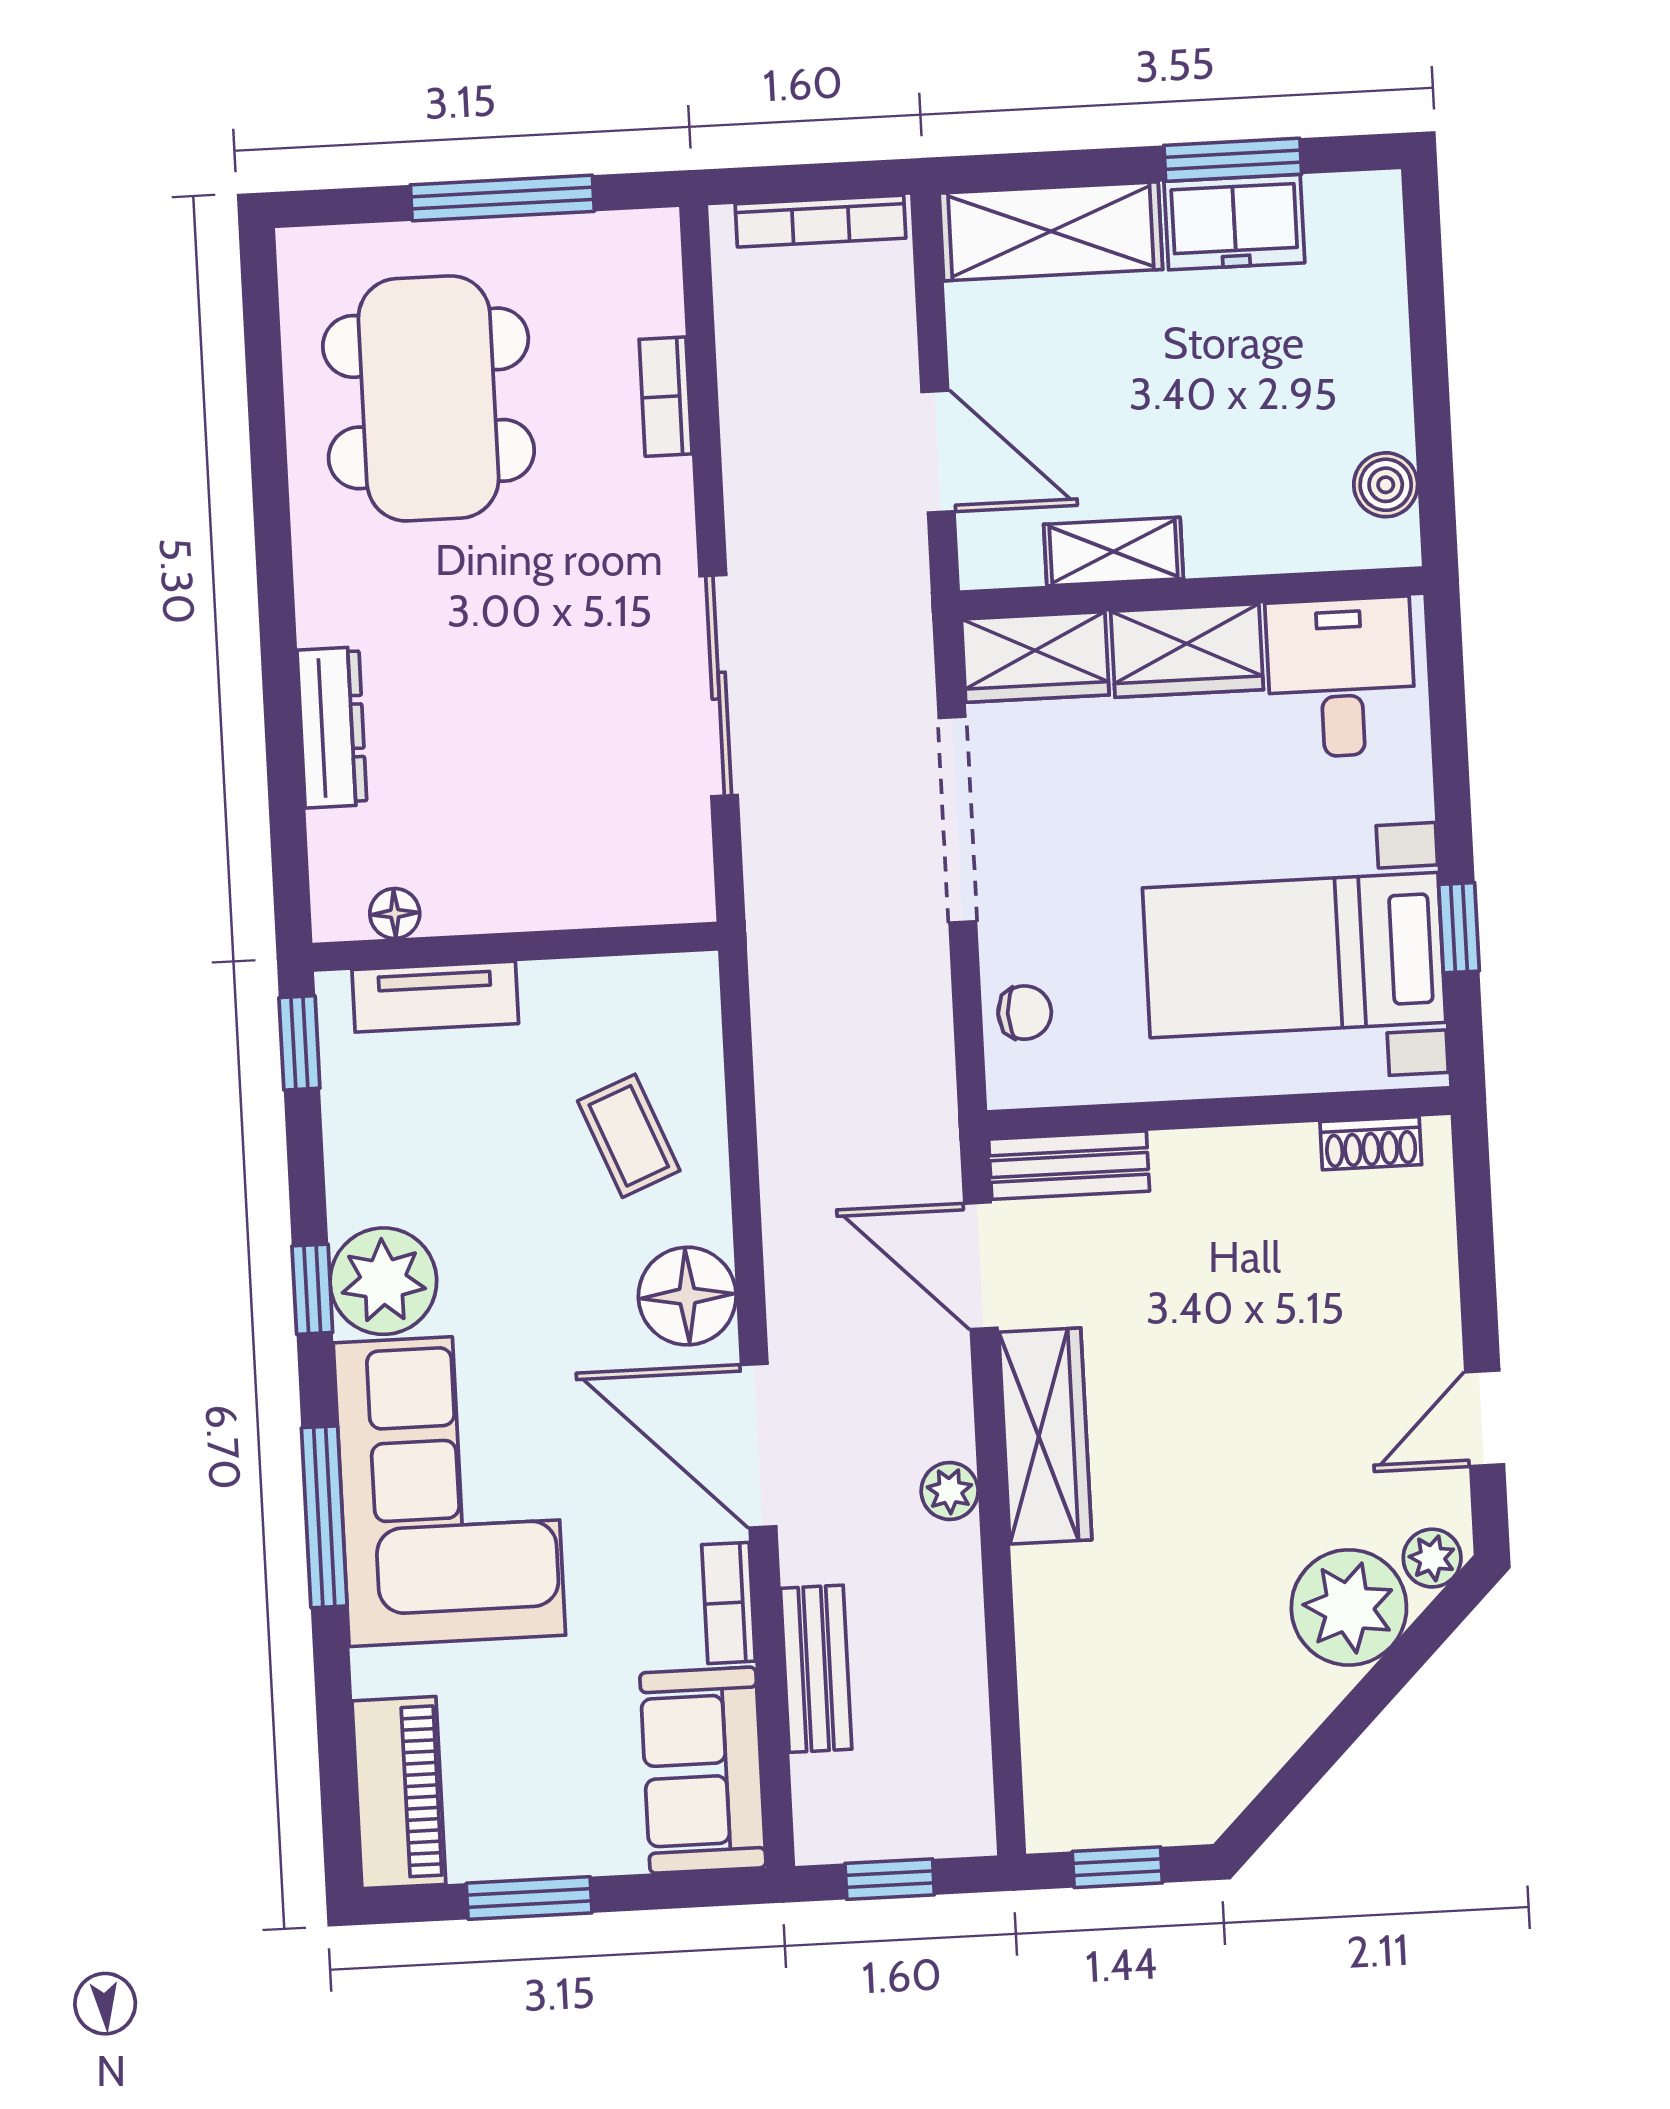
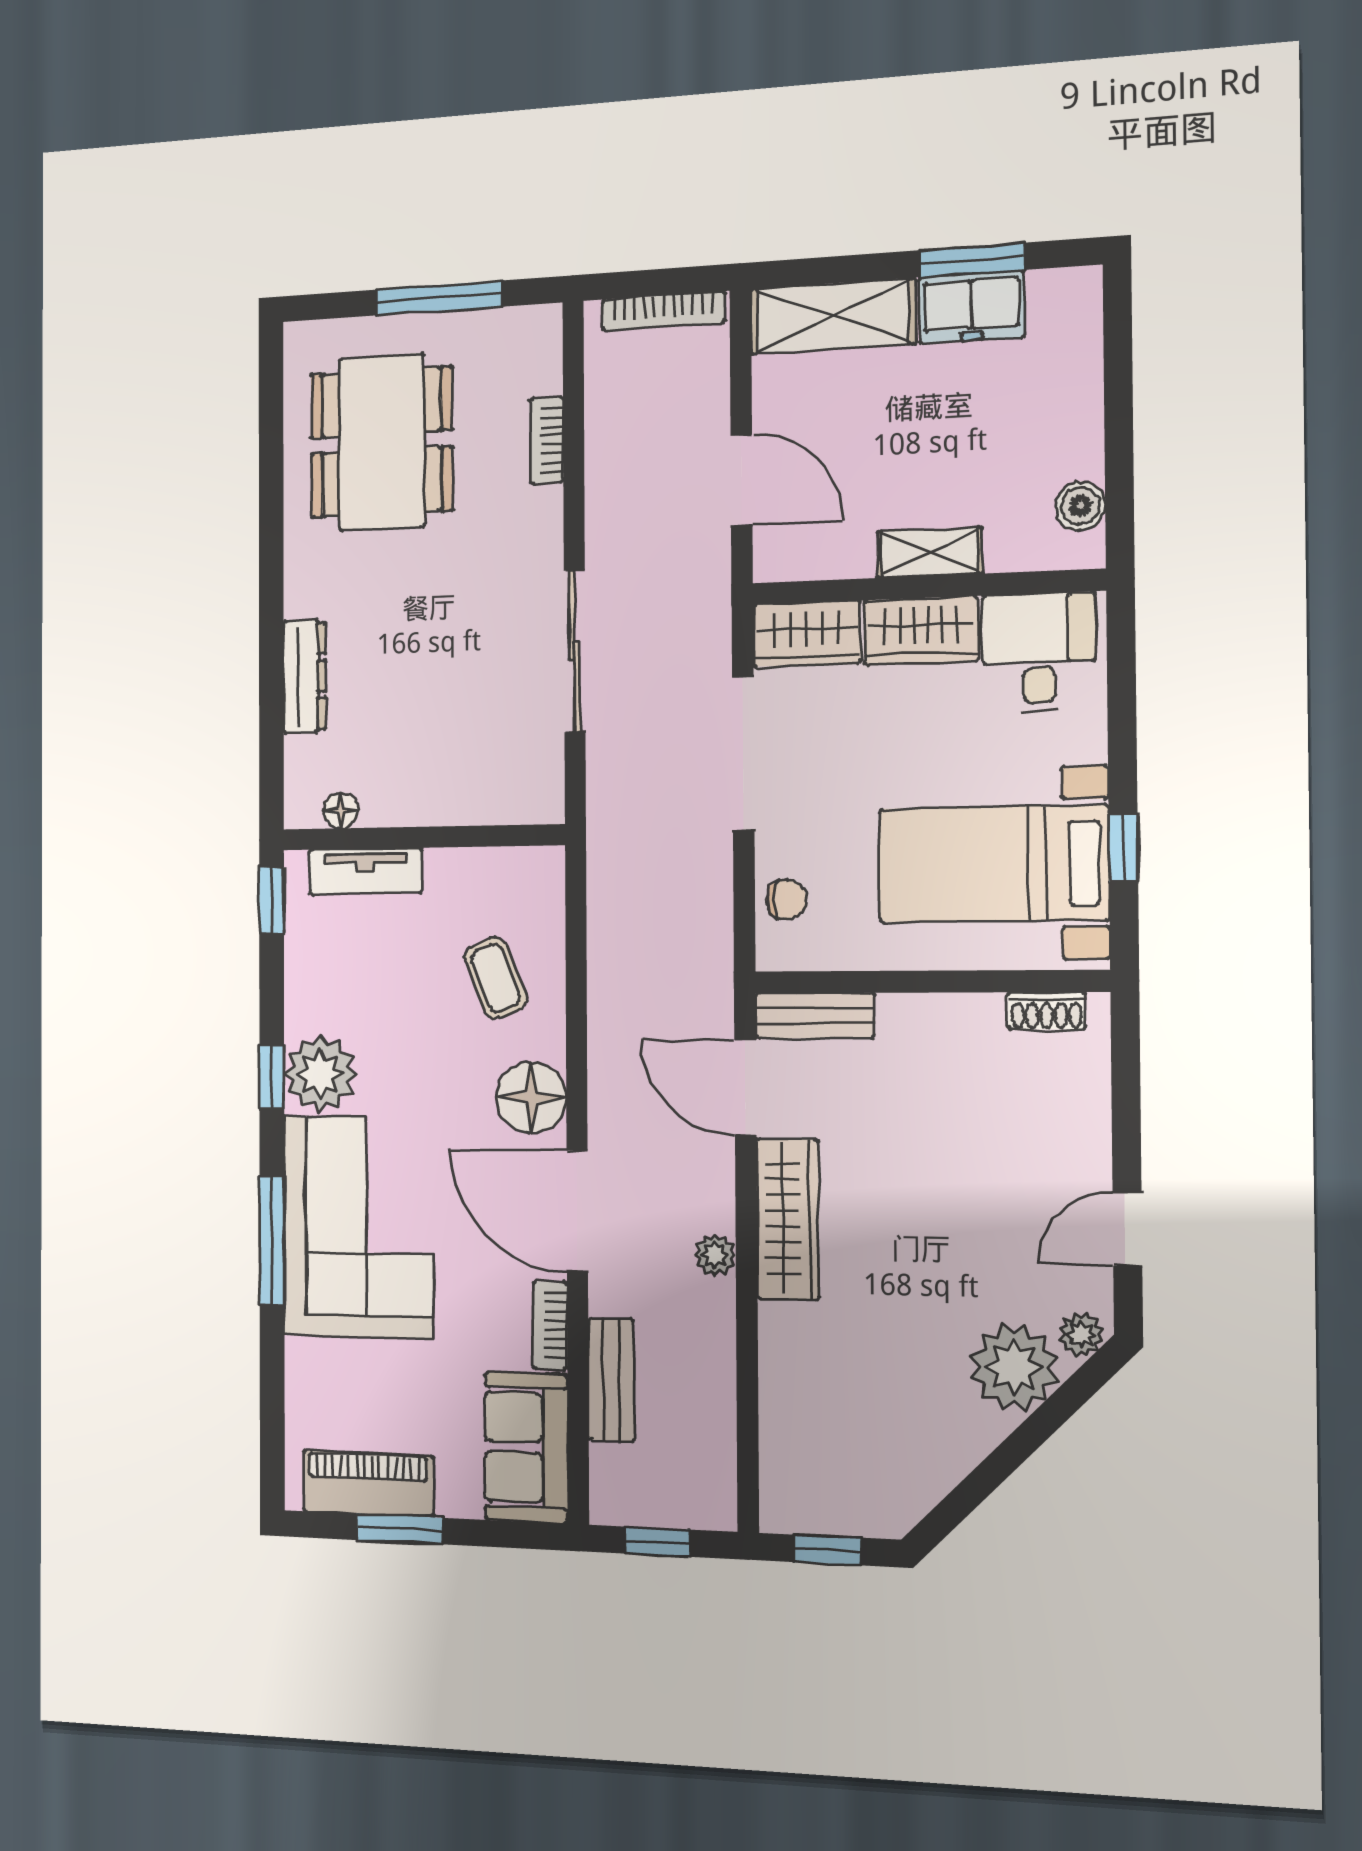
shelving: (1113, 552) -> (930, 553), moved
piano: (399, 1793) -> (368, 1484), moved, turned -90

